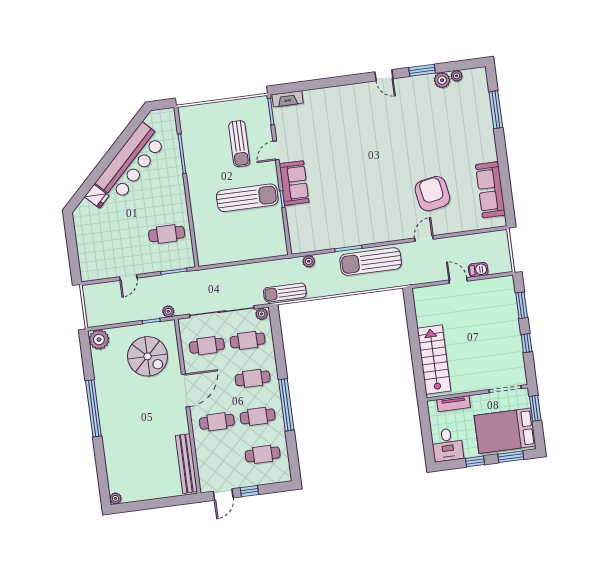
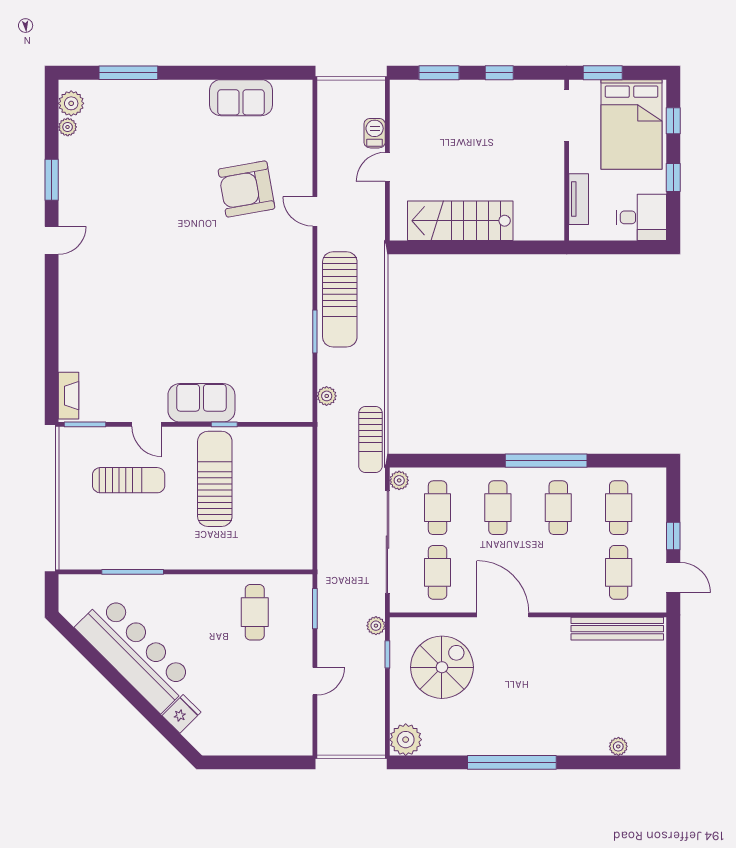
plant: (442, 80) -> (71, 103), moved
sofa: (490, 190) -> (241, 98), width x0.73
door: (128, 277) -> (315, 681), hinge flipped
stairs: (434, 360) -> (460, 221), moved
cafe table: (217, 422) -> (619, 572), moved
window: (511, 457) -> (673, 121), width x0.67
plant: (116, 498) -> (618, 746), moved

